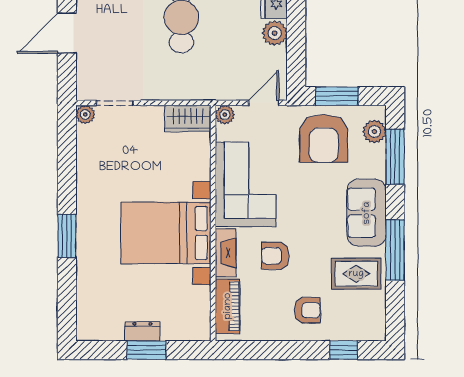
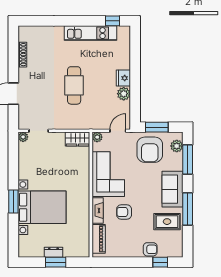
bed with nightstands: (166, 233) -> (42, 207), moved, turned 180
armchair: (307, 310) -> (150, 249), moved

